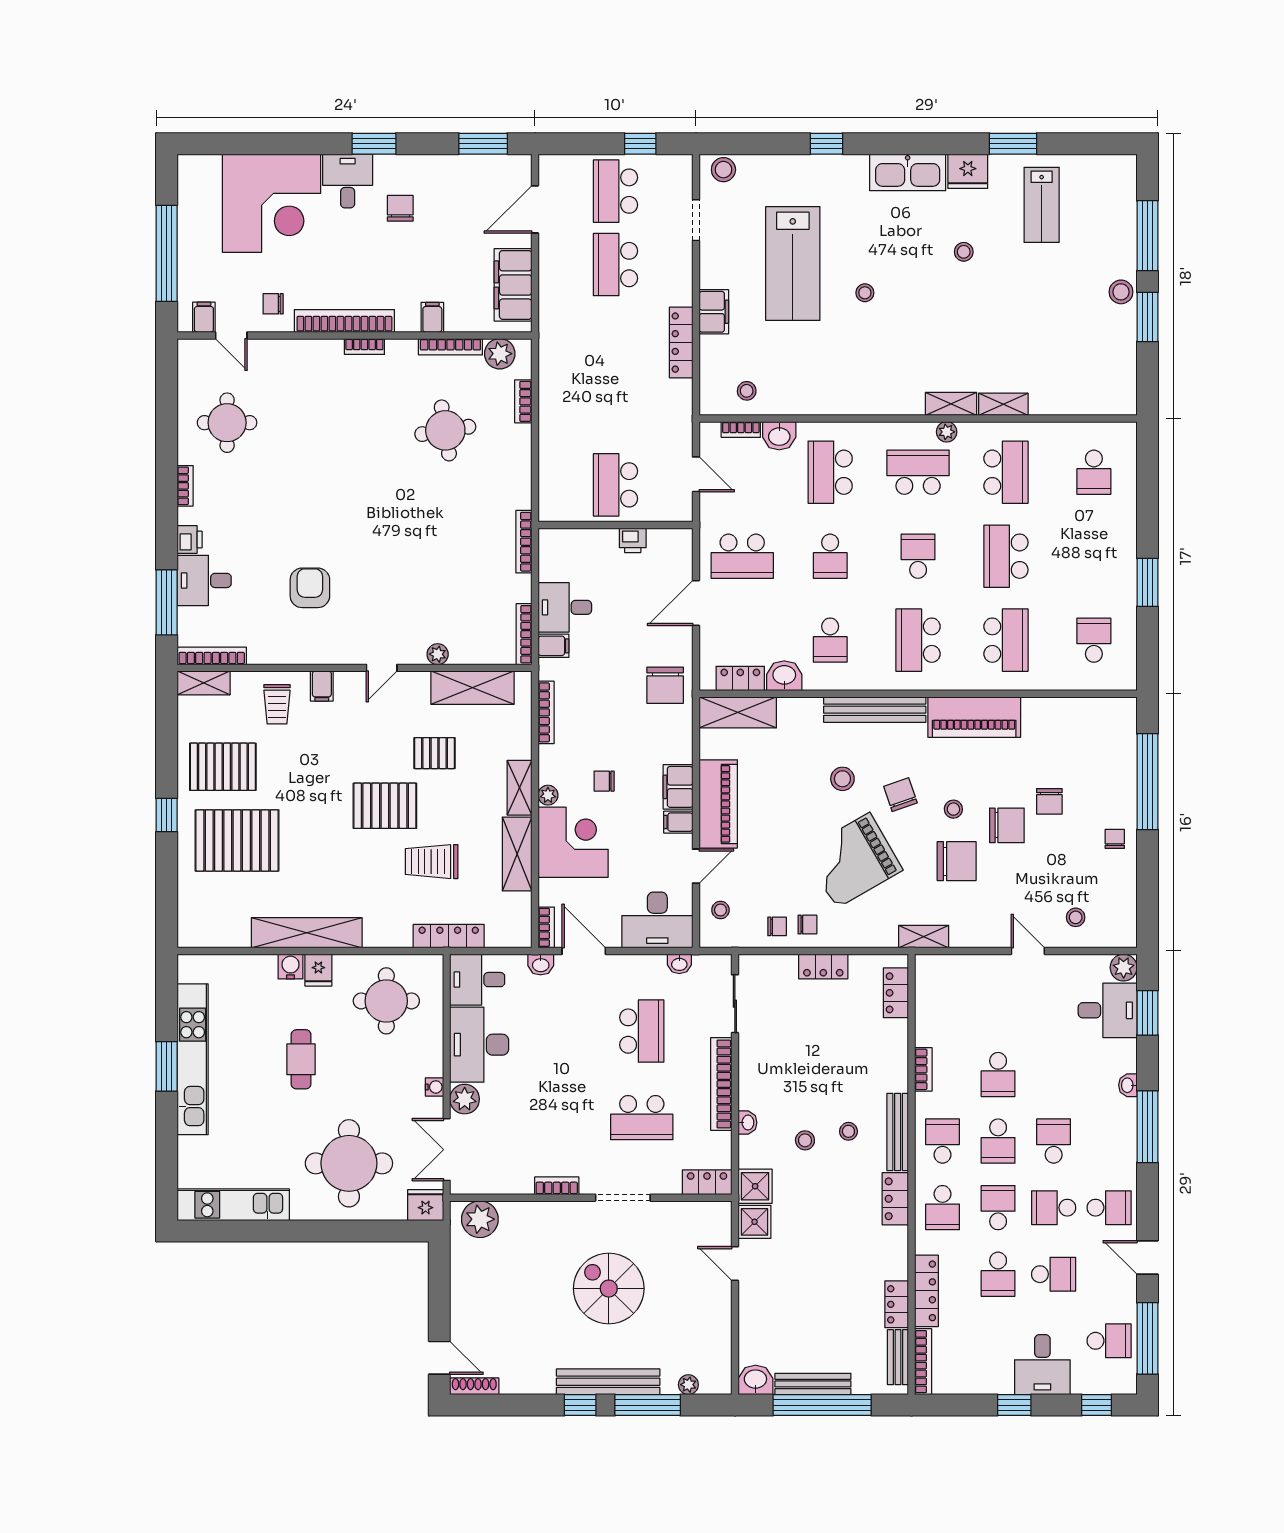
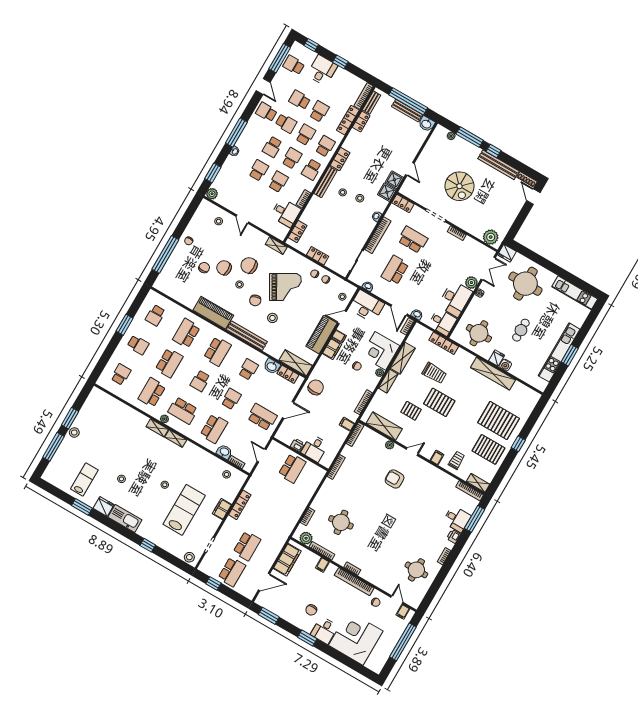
shelving: (1003, 404) -> (176, 438), moved
school desk: (1094, 556) -> (138, 345), added
armchair: (310, 588) -> (395, 479), moved, turned 90
desk: (565, 607) -> (315, 448), moved, turned 90
desk: (1108, 1010) -> (286, 213), moved, turned 180
school desk: (1054, 1075) -> (259, 170), added
school desk: (998, 1208) -> (306, 135), turned 180
bench: (608, 1382) -> (498, 165), moved

